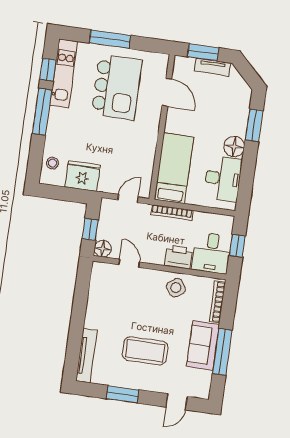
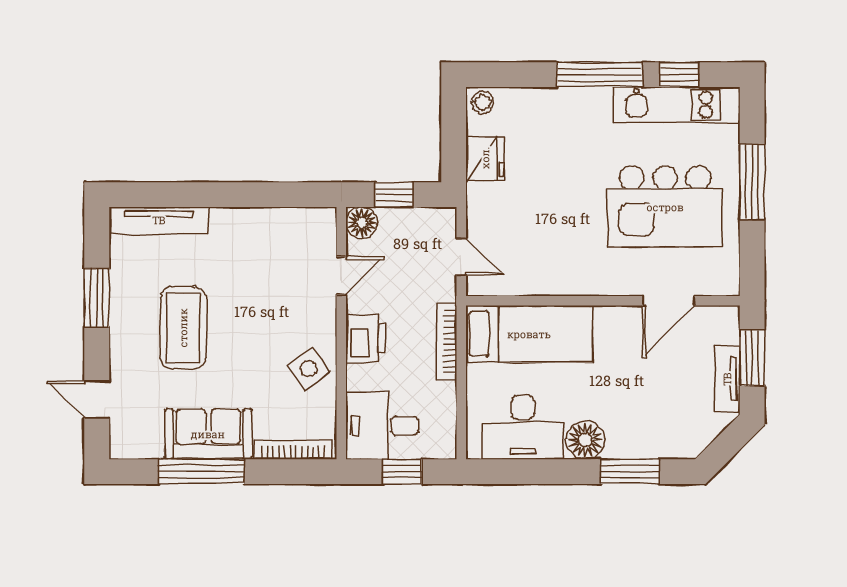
stool: (52, 163) -> (483, 102), moved
fridge: (83, 176) -> (485, 158), width x0.73, depth x0.75
printer: (178, 257) -> (366, 338), moved

